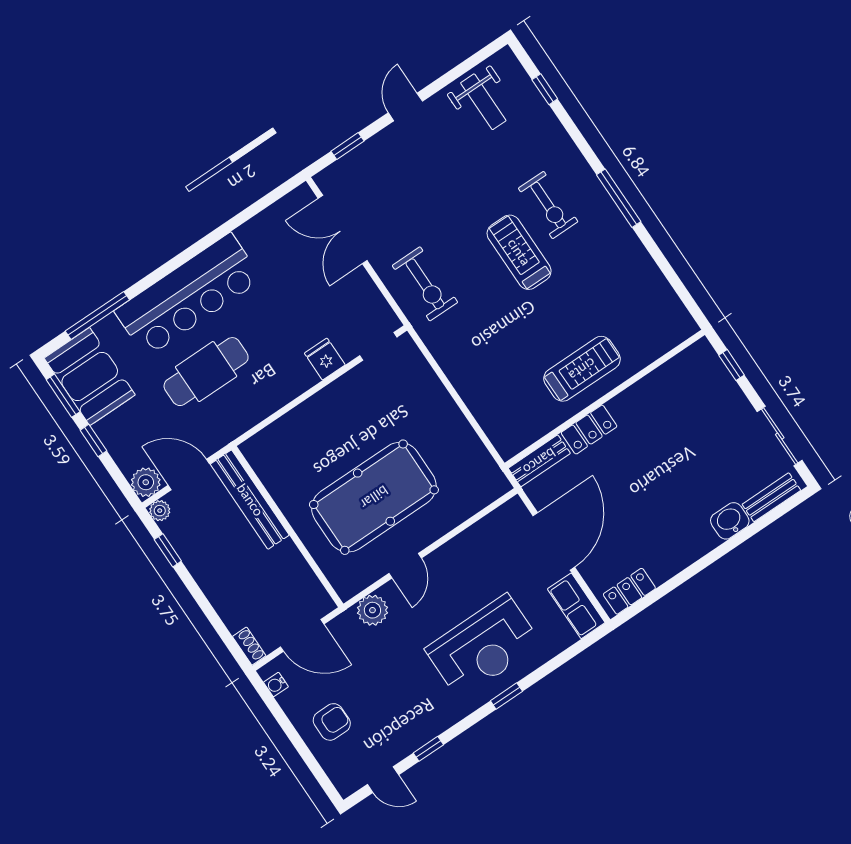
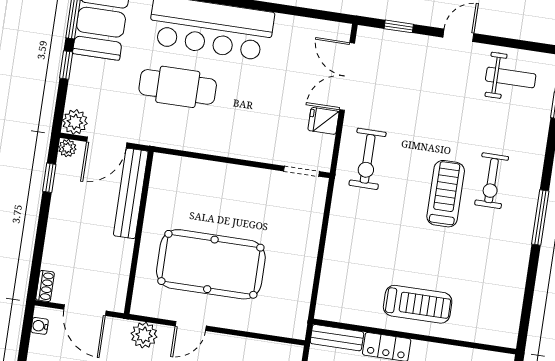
weight bench: (483, 102) -> (511, 77), turned -90
fridge: (325, 359) -> (323, 121), moved, turned -90
door: (189, 475) -> (107, 142), swing flipped

